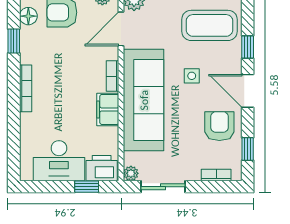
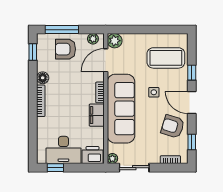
floor lamp: (28, 16) -> (43, 78), moved
window: (14, 41) -> (33, 52), moved
armchair: (219, 126) -> (173, 126), turned -73
window: (87, 187) -> (55, 168), moved

